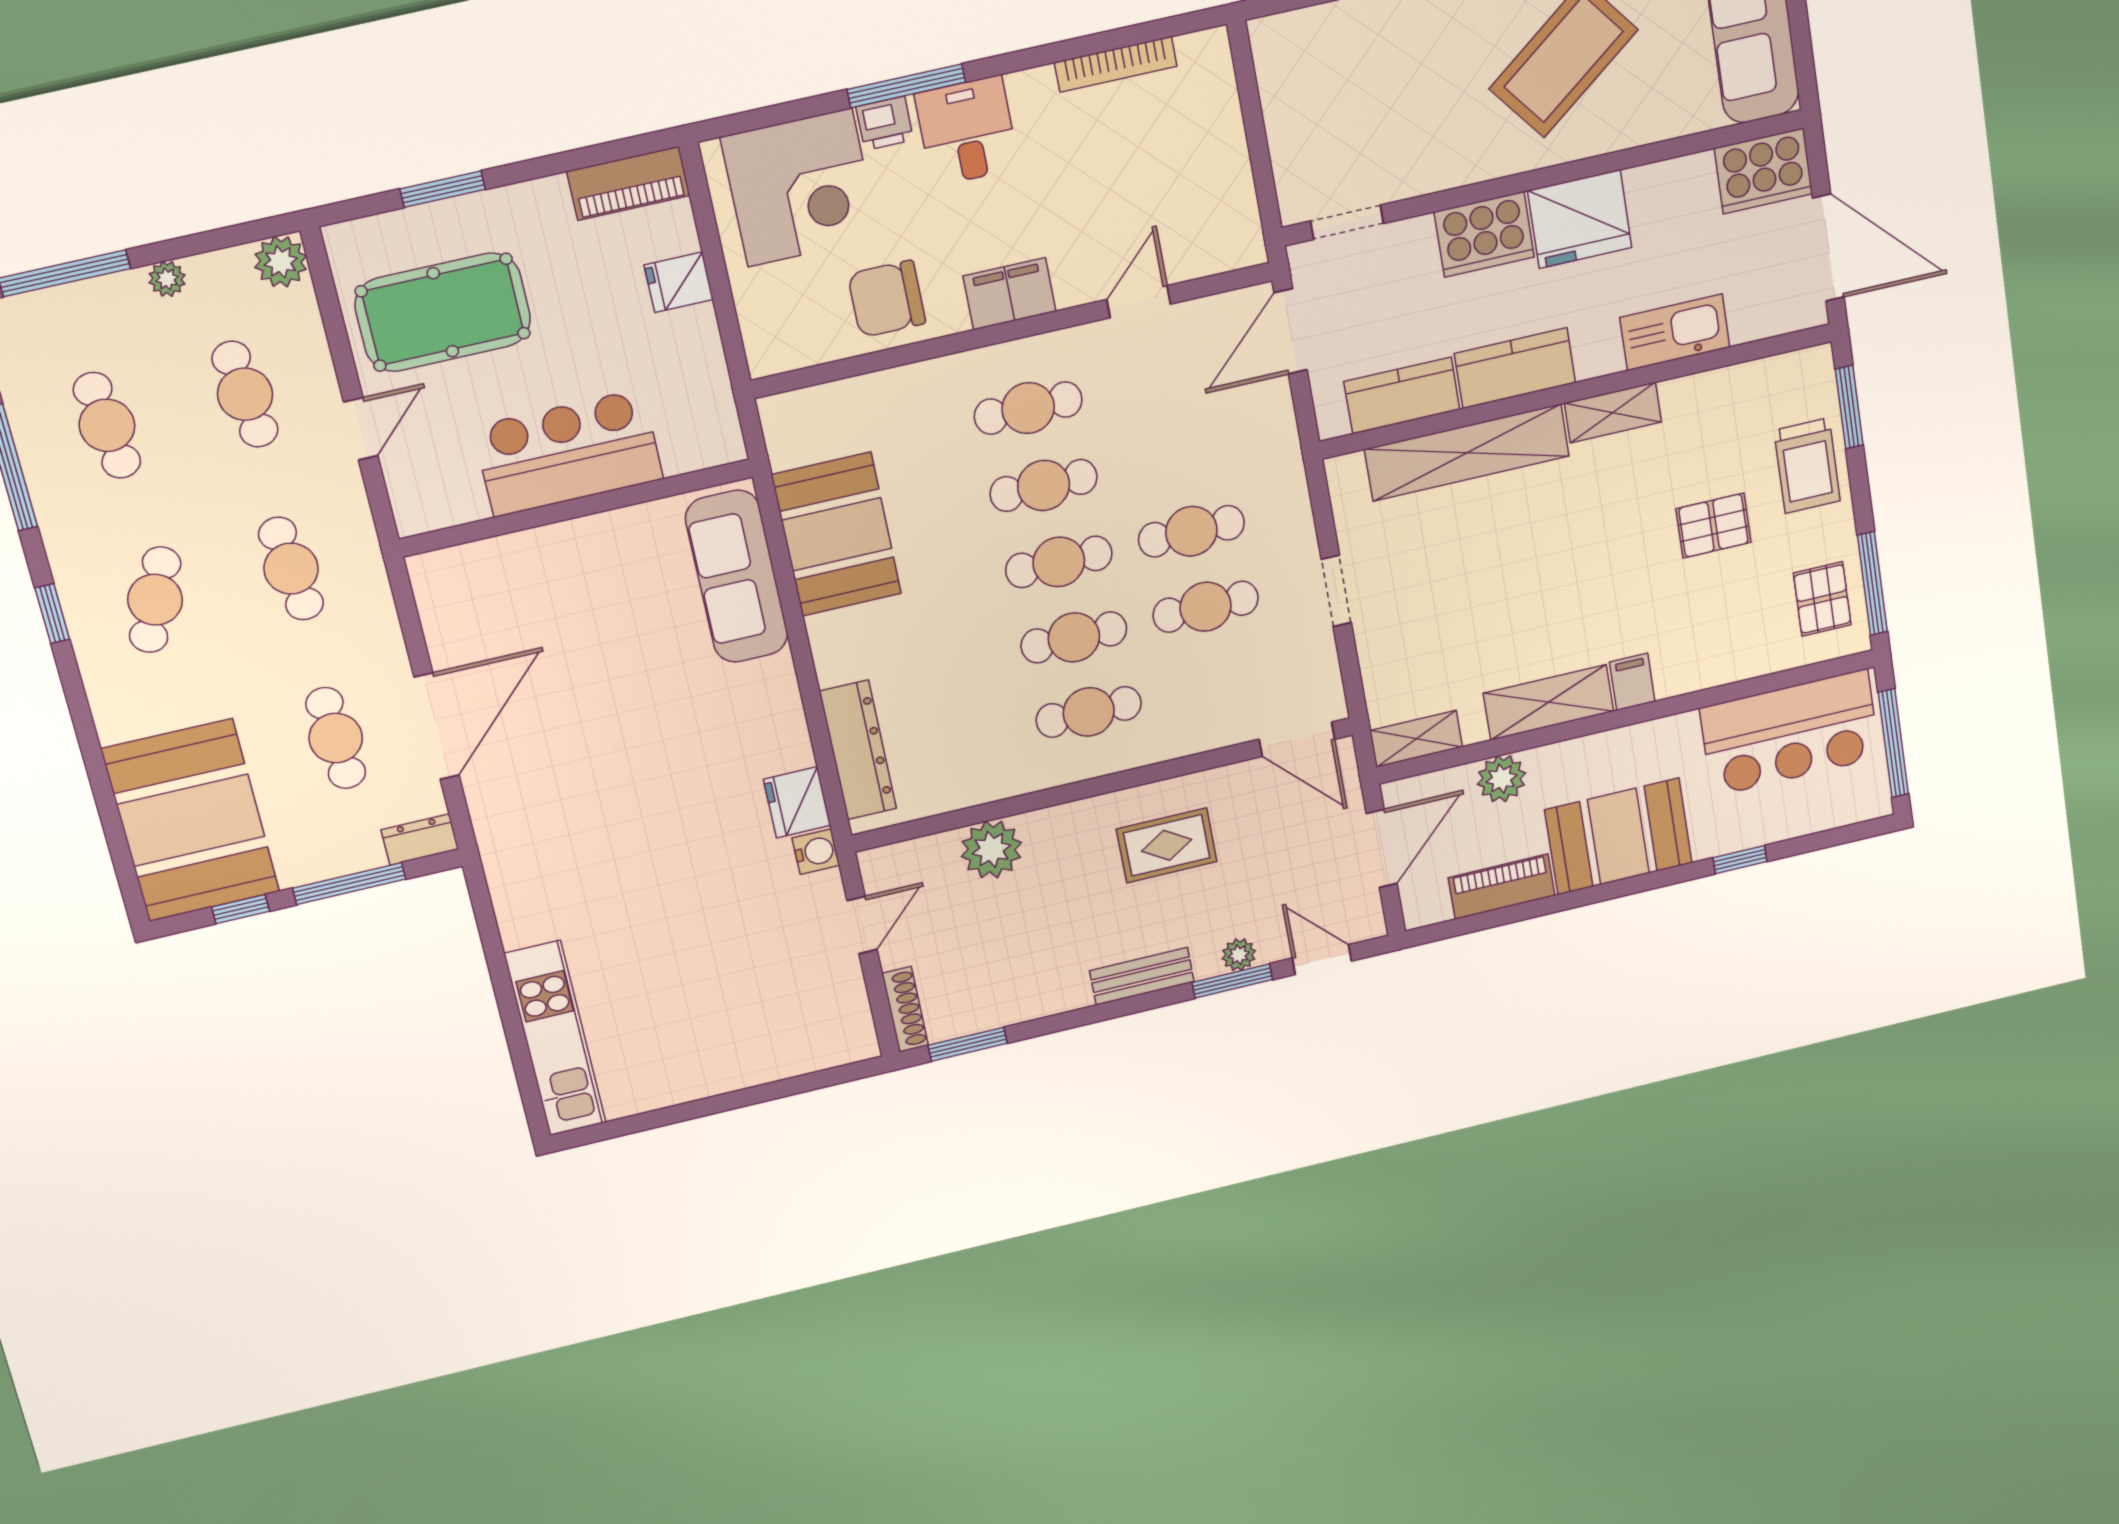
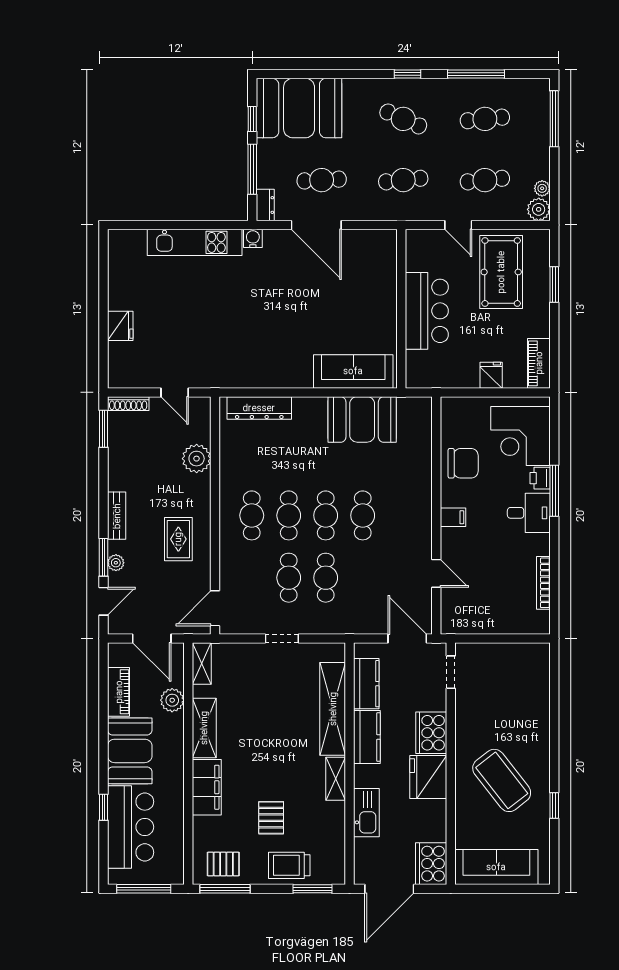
plant: (167, 279) -> (542, 188), moved
filing cabinet: (1009, 294) -> (453, 517), width x0.50
chair: (887, 299) -> (463, 463), turned 90
cafe table: (1028, 408) -> (400, 515), removed
filing cabinet: (1632, 682) -> (207, 787), width x3.00, depth x1.17
bar counter: (1790, 733) -> (131, 827), moved, turned 180
fridge: (797, 802) -> (120, 326), moved, turned 90
water cooler: (816, 852) -> (253, 238), moved, turned 180
kitchen unit: (555, 1038) -> (195, 242), moved

